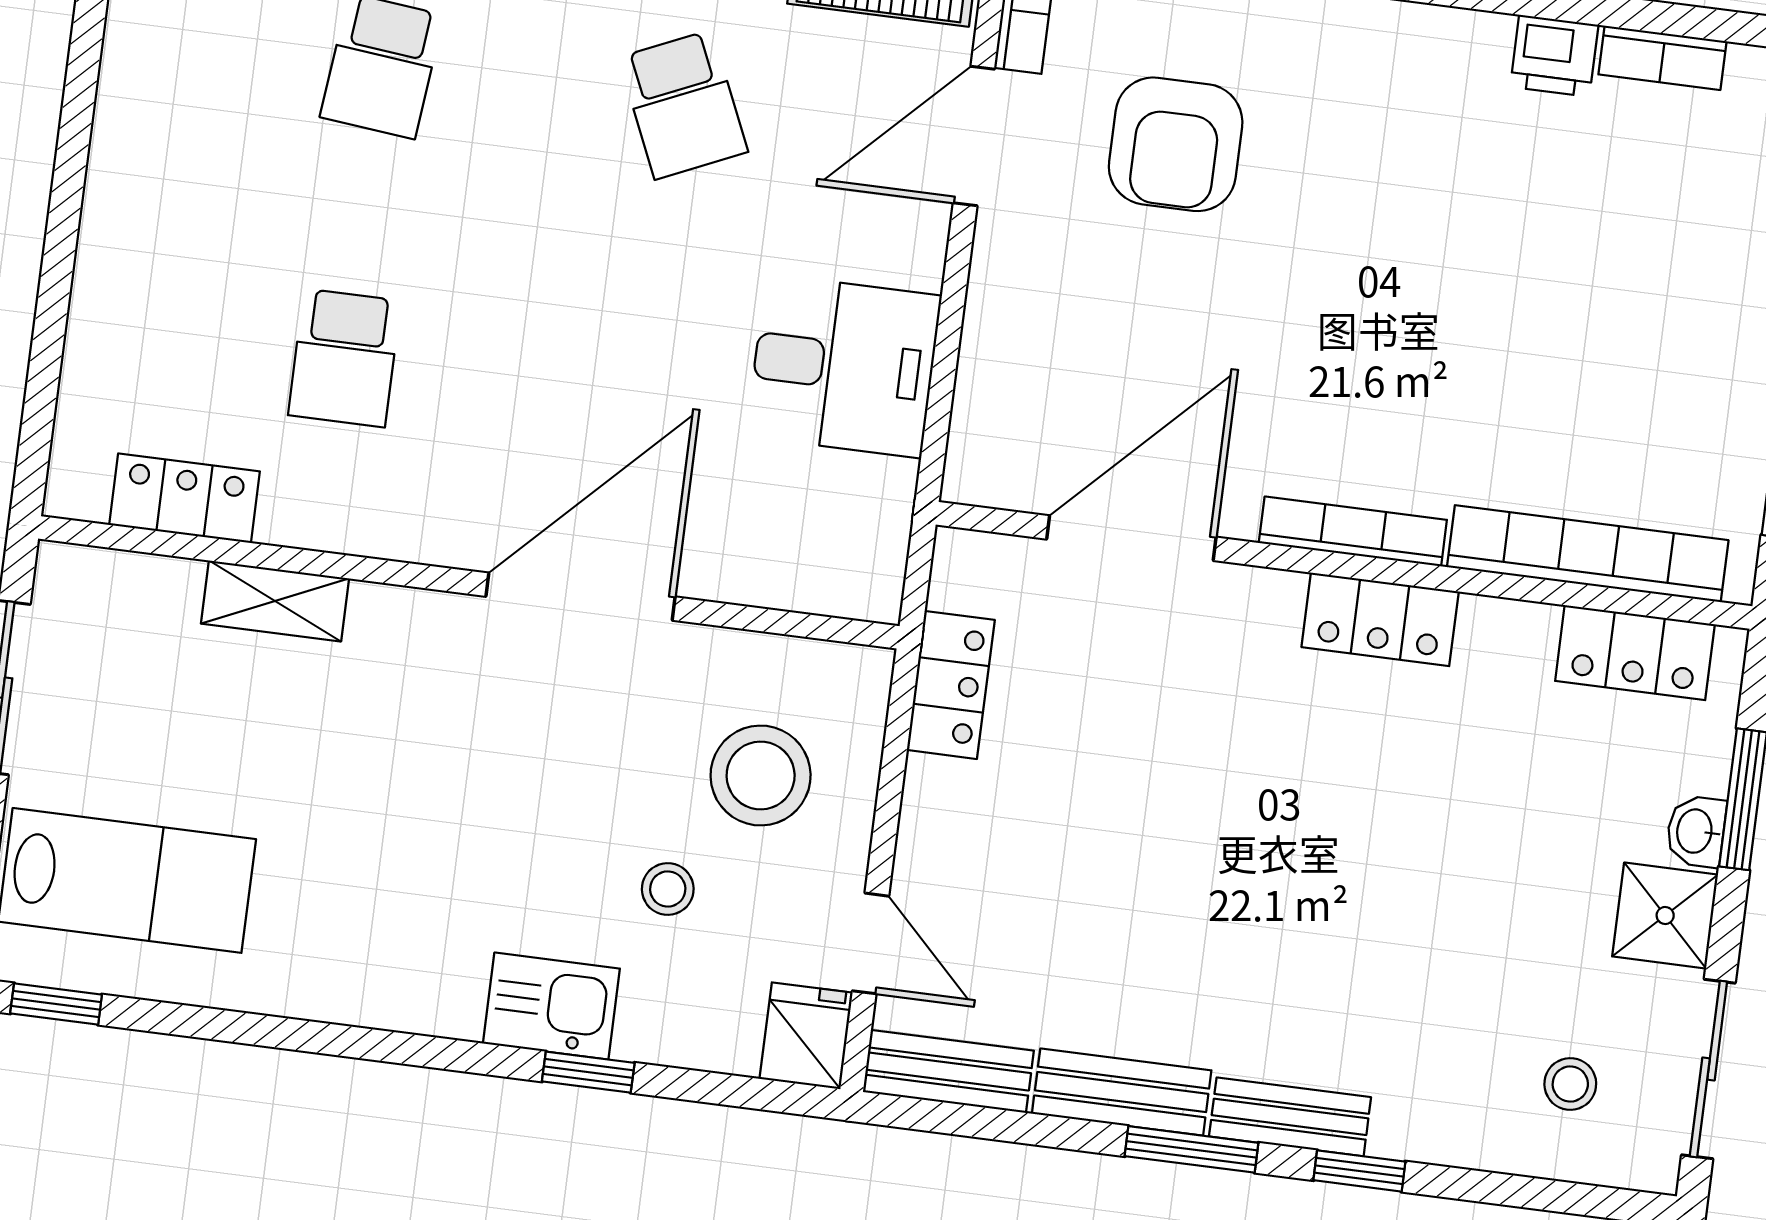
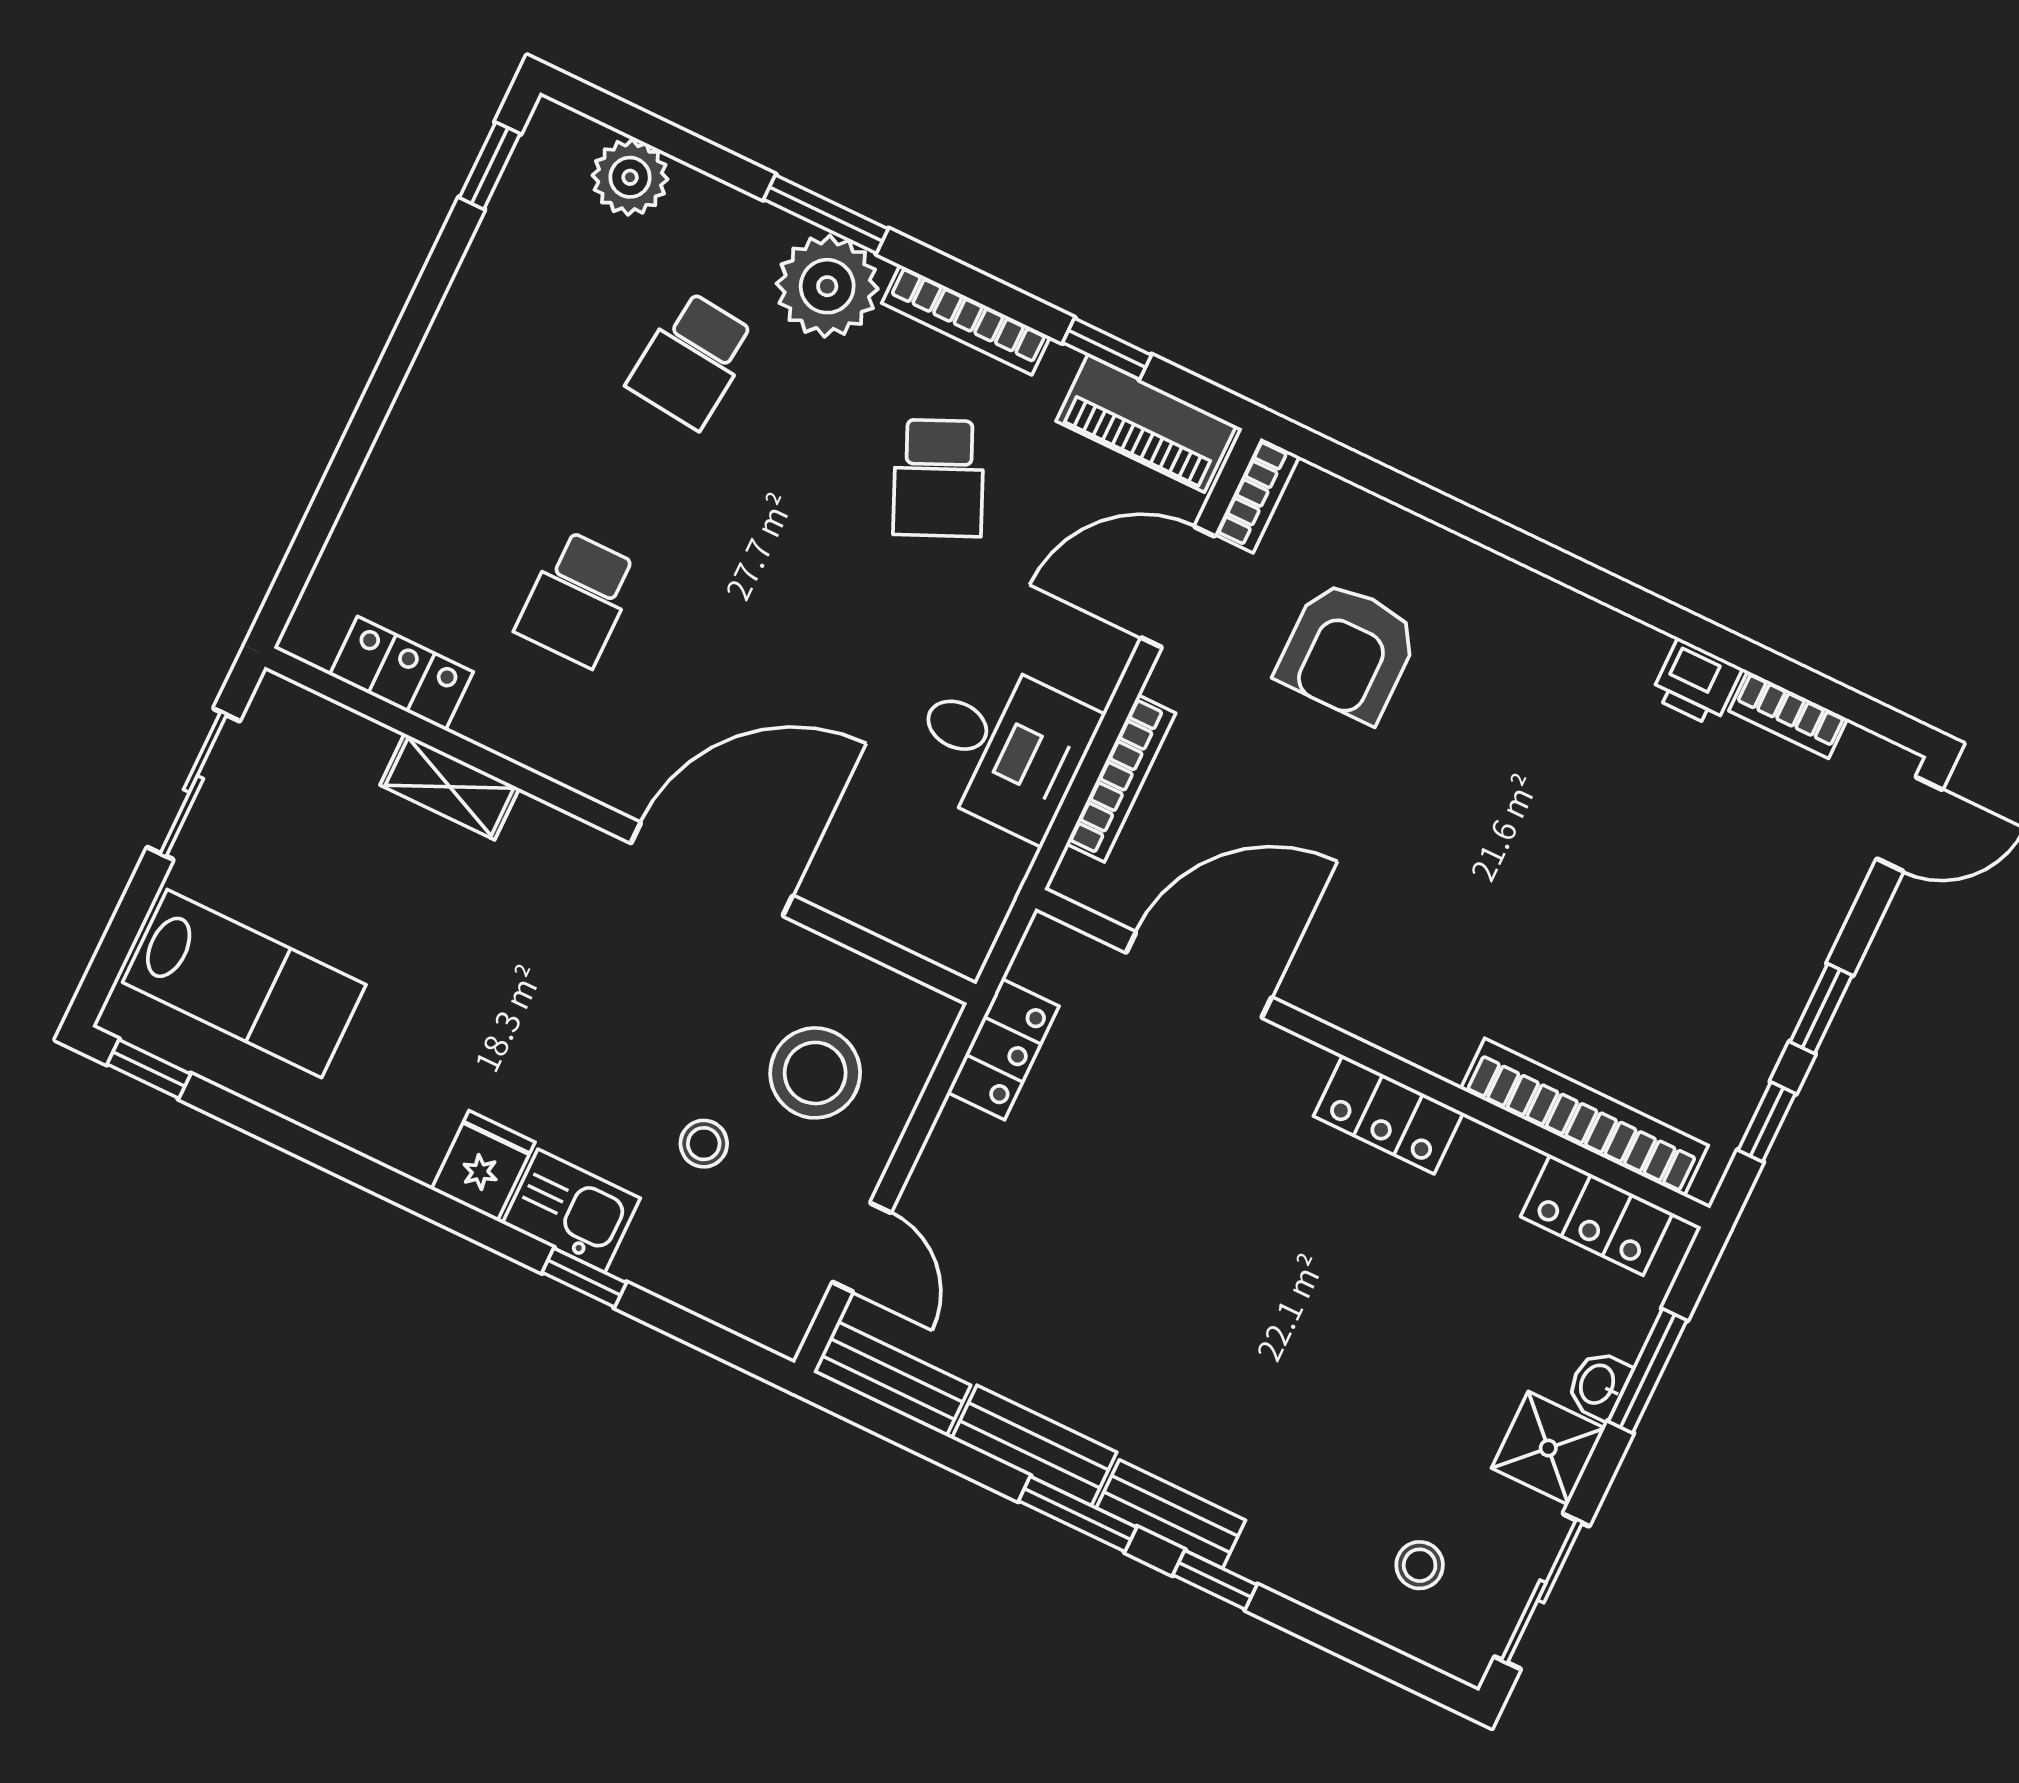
bookcase: (1353, 531) -> (1121, 778), moved, turned 90
fridge: (806, 1036) -> (483, 1166), moved

